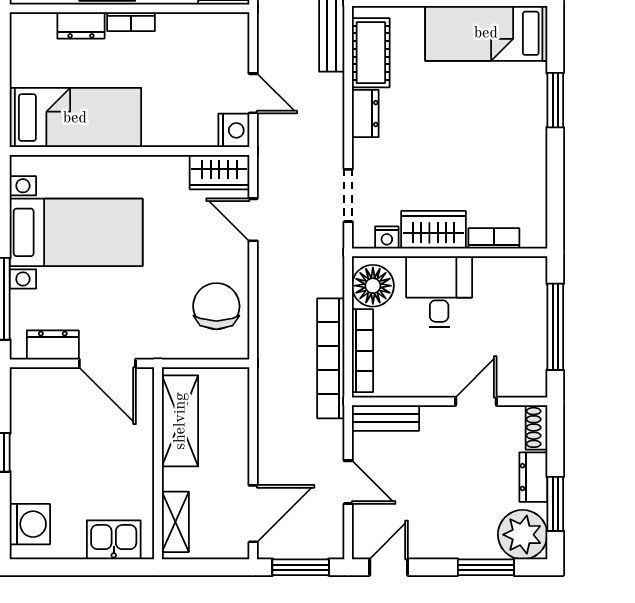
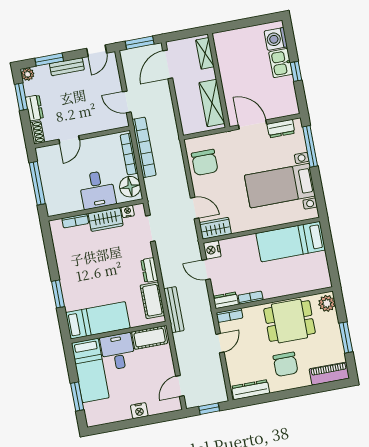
bookcase: (131, 22) -> (251, 298), moved
dresser: (81, 25) -> (226, 300), moved
bench: (386, 418) -> (67, 67), moved
door: (348, 482) -> (127, 102), moved
plant: (523, 535) -> (28, 74), width x0.53, depth x0.53
kitchen sink: (114, 540) -> (281, 63), moved, turned 90

